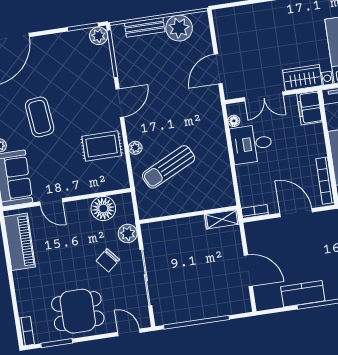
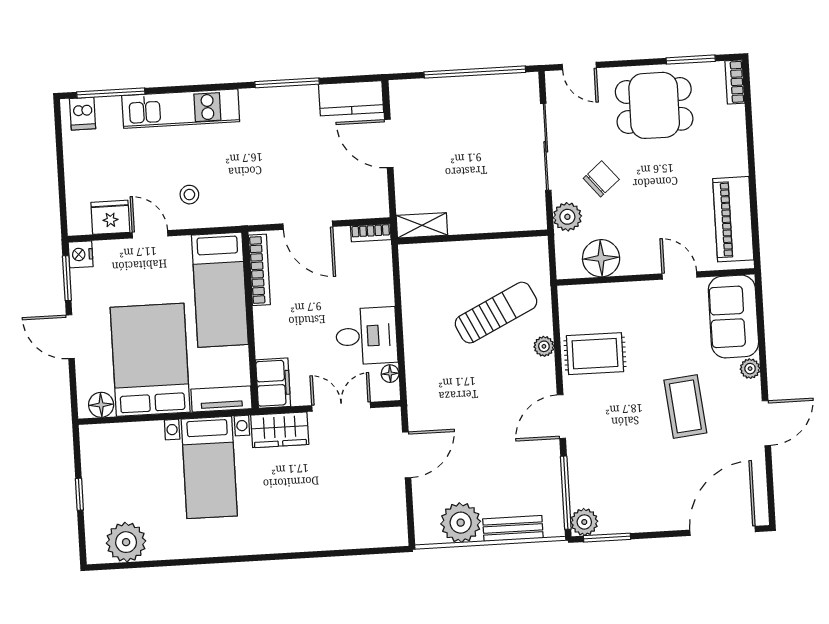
kitchen counter: (303, 294) -> (351, 98), moved

